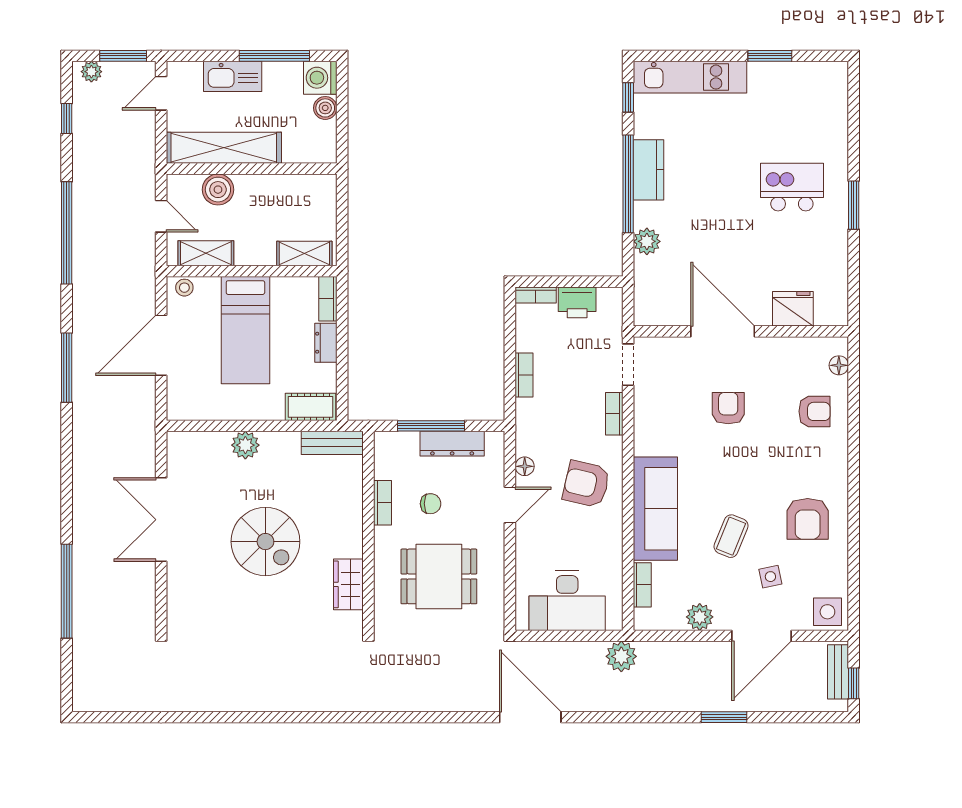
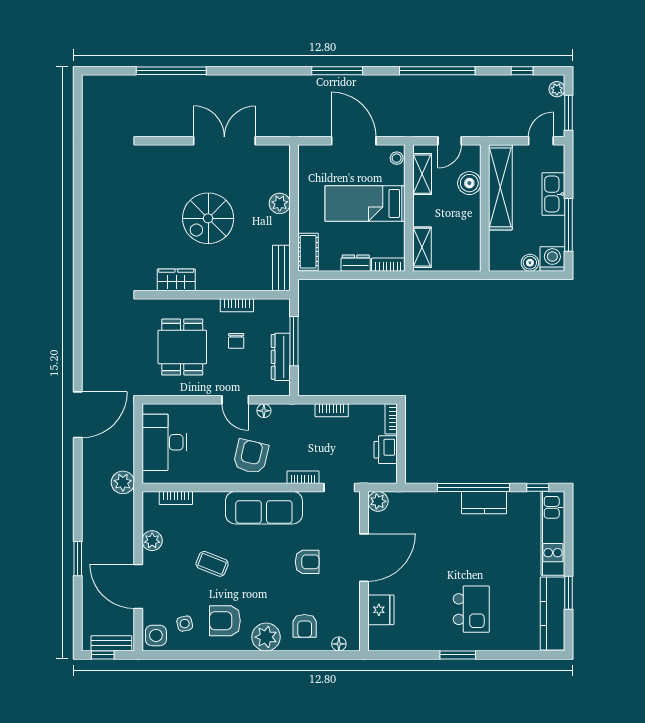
kitchen counter: (798, 78) -> (553, 614), added
door: (161, 93) -> (541, 141), hinge flipped
plant: (647, 241) -> (378, 501), moved
plant: (830, 463) -> (266, 637), added
sofa: (655, 509) -> (264, 508), moved
side table: (770, 577) -> (185, 624), moved

